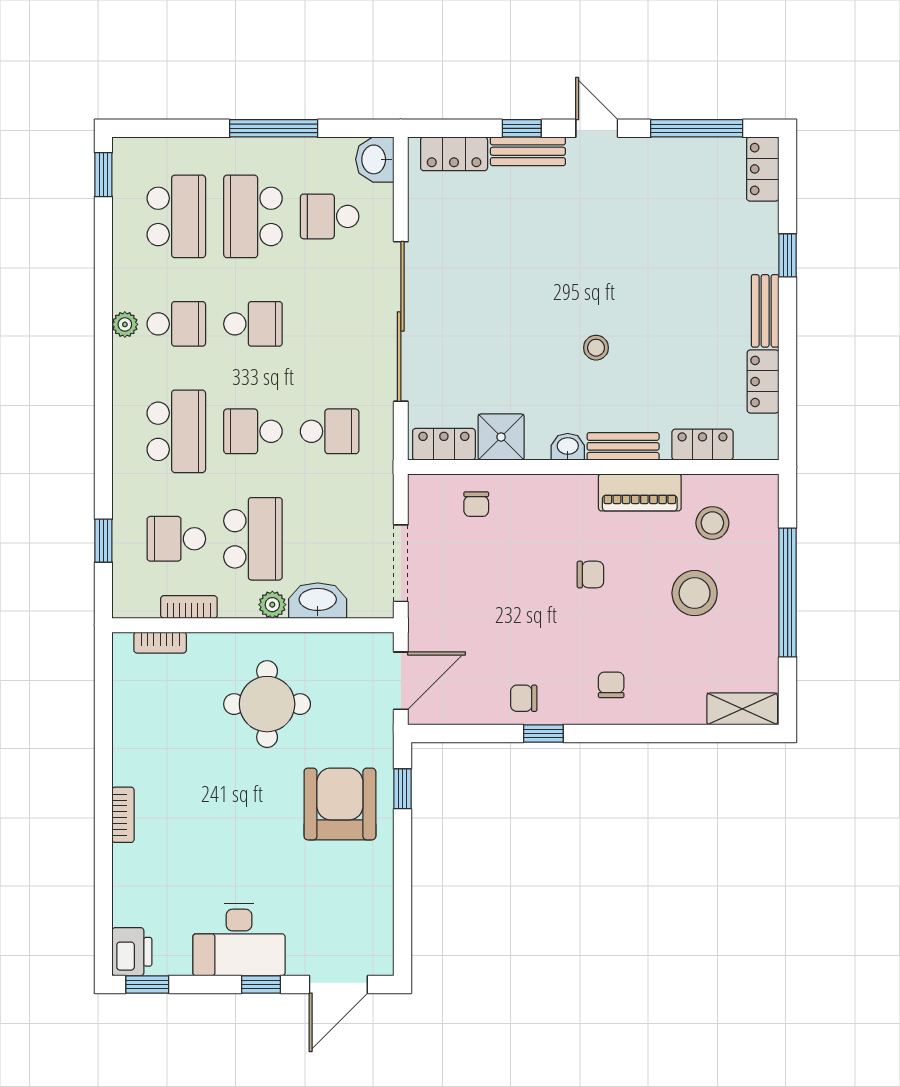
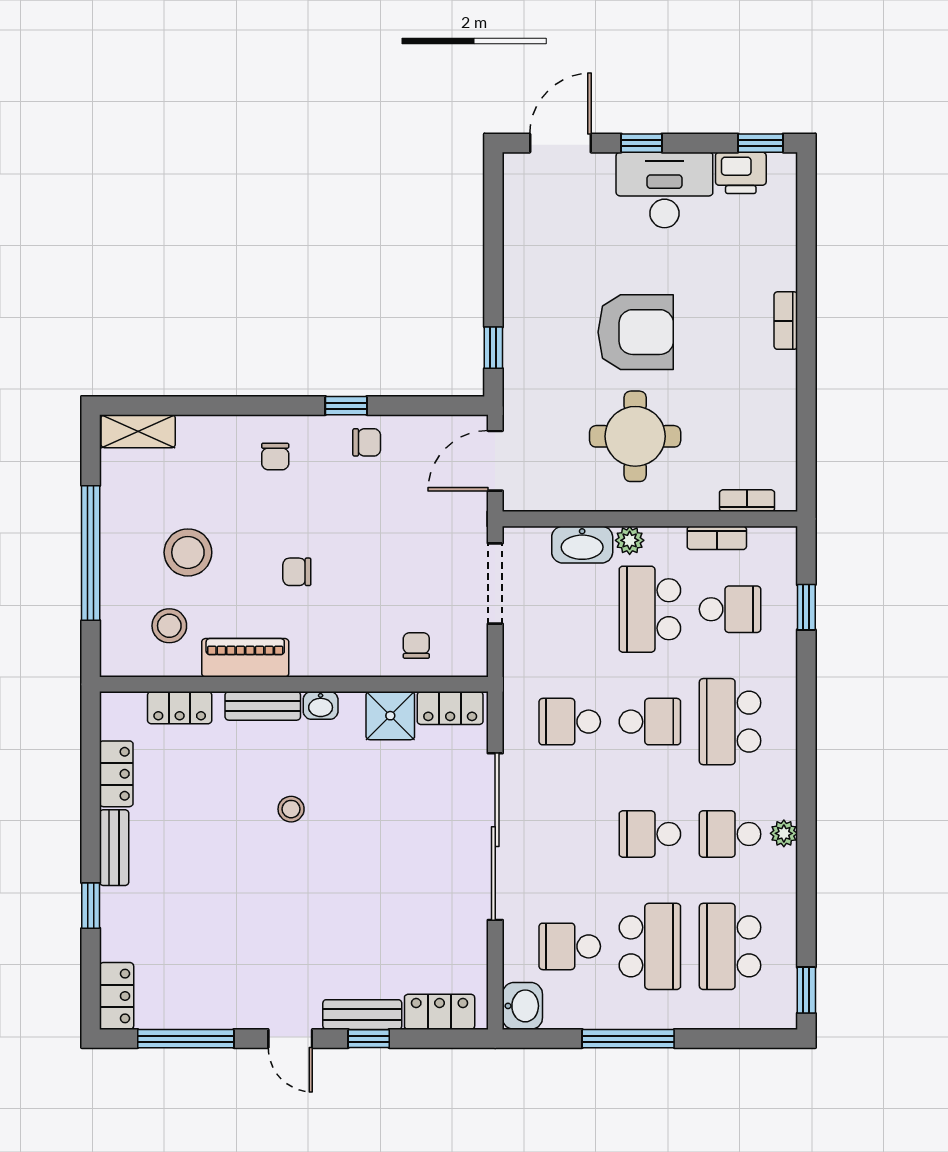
school desk: (330, 216) -> (570, 946), turned 180
armchair: (340, 804) -> (636, 332), moved, turned -90
printer: (132, 952) -> (741, 173), moved, turned -90

